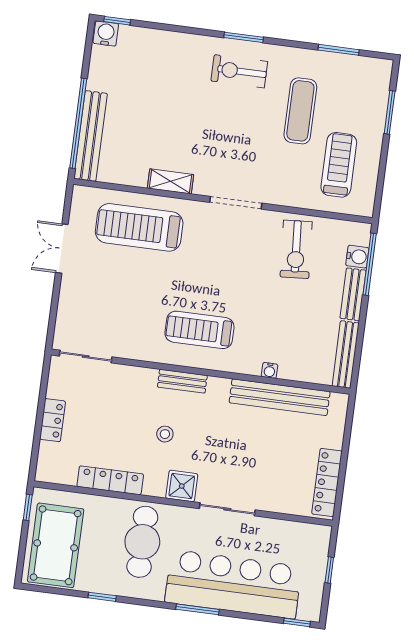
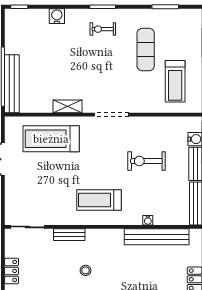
water cooler: (106, 34) -> (57, 16), moved
exercise bike: (239, 71) -> (103, 29), width x0.73, depth x0.72
treadmill: (339, 165) -> (175, 81), turned 180
exercise bike: (296, 249) -> (146, 161), moved, turned 94
bench: (182, 381) -> (69, 235), moved

